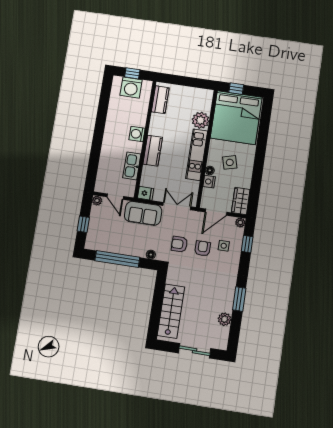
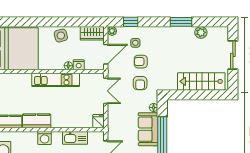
plant: (201, 120) -> (23, 81), removed
kitchen counter: (153, 151) -> (37, 121), moved
side table: (230, 162) -> (61, 36), moved
double door: (177, 206) -> (106, 91), swing flipped
door: (216, 212) -> (106, 54), hinge flipped
sofa: (143, 213) -> (148, 129), moved, turned 180

